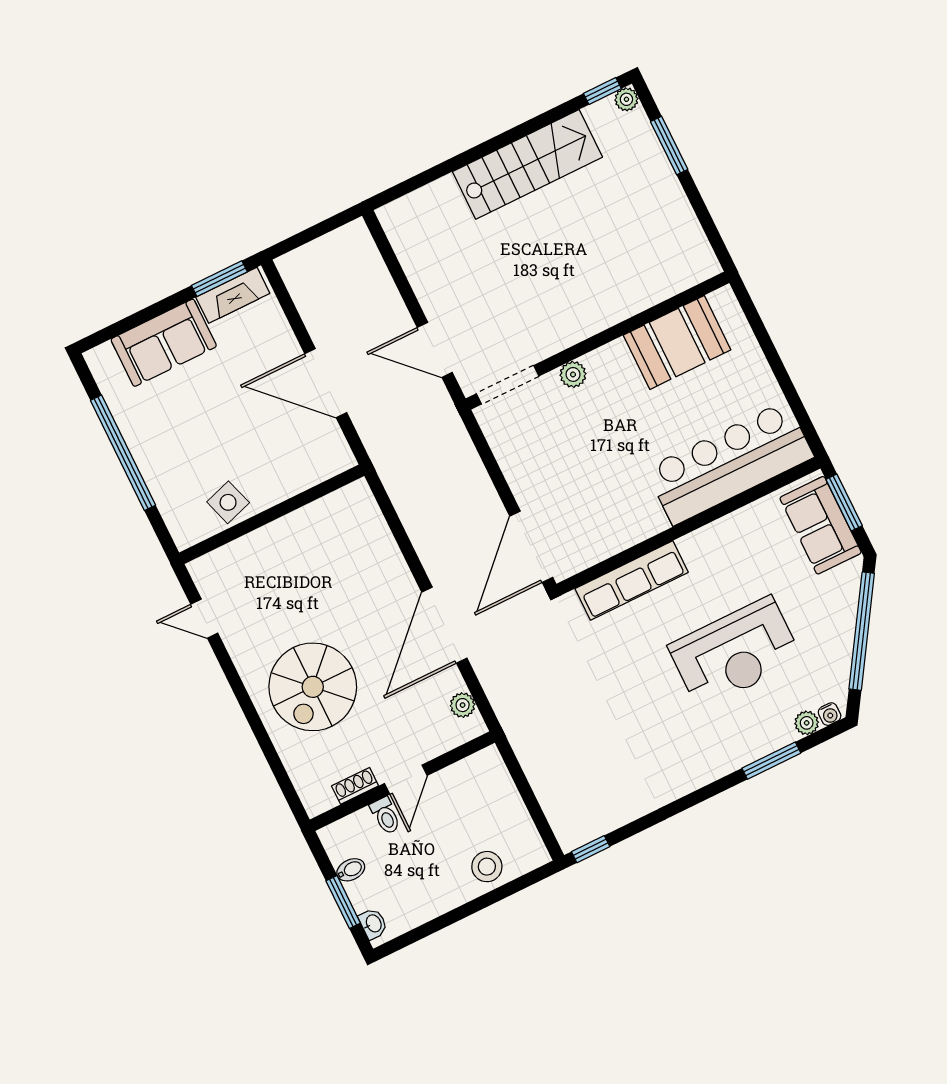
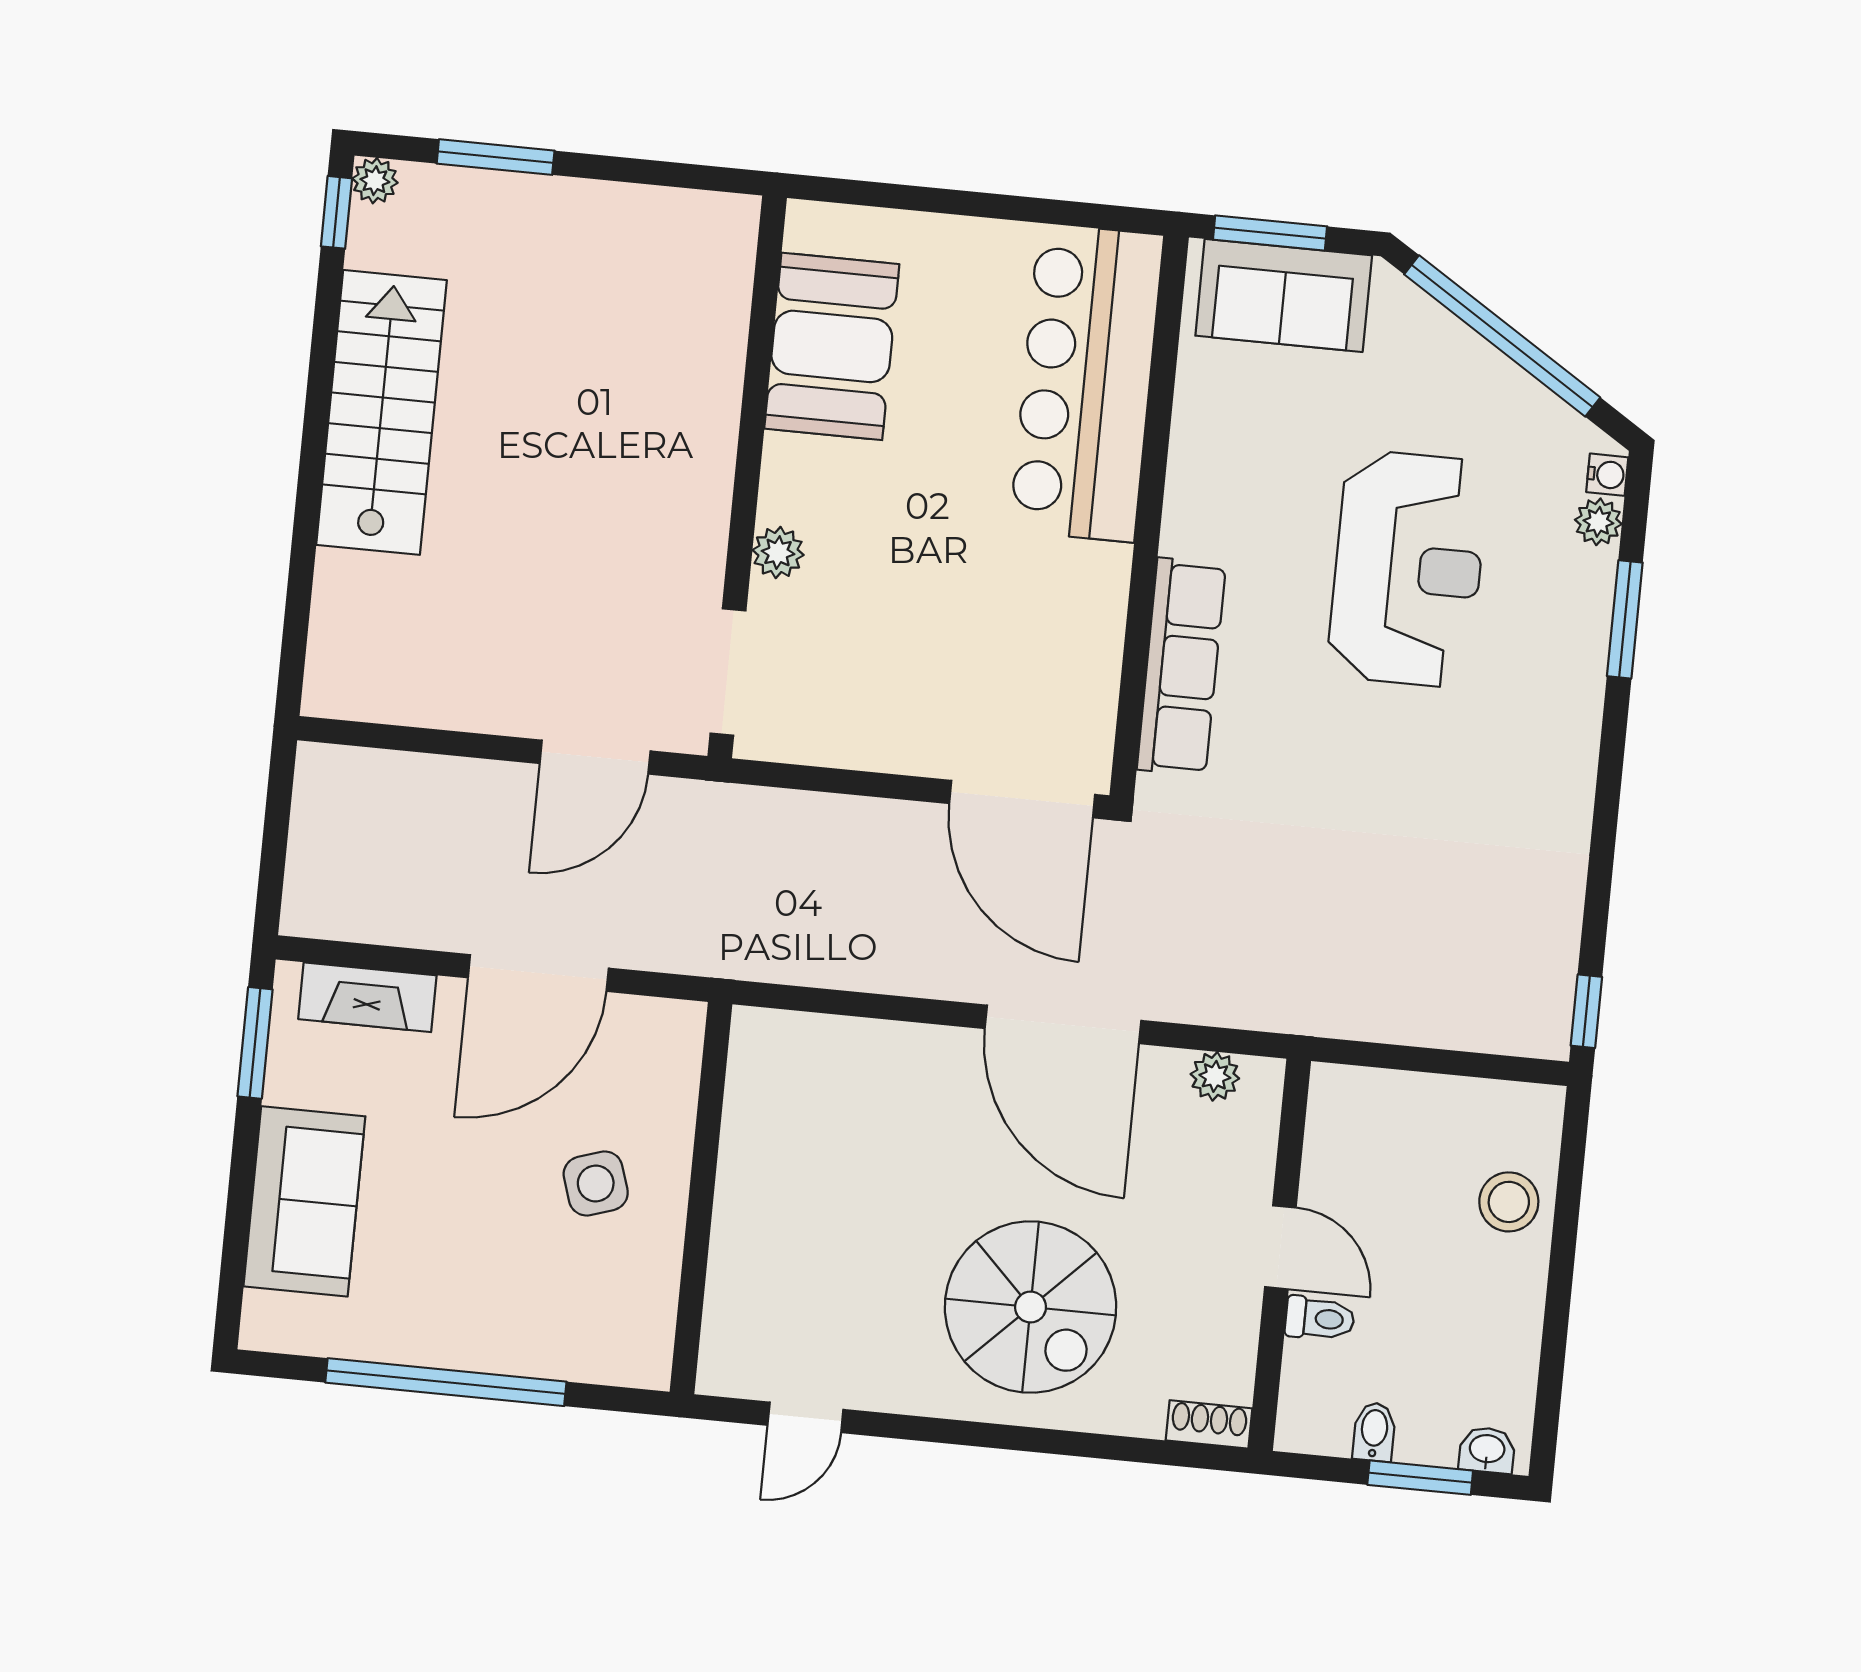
fireplace: (233, 295) -> (367, 997), moved, turned 90
side table: (228, 502) -> (596, 1183), moved
shoe rack: (355, 786) -> (1209, 1424), moved, turned 90

